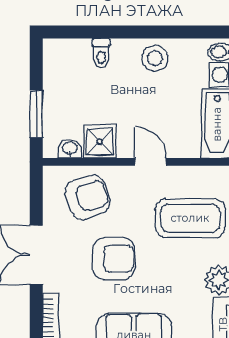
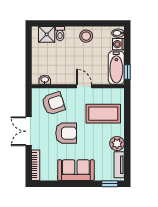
window: (36, 114) -> (29, 63), removed
shower: (100, 142) -> (47, 34), moved

